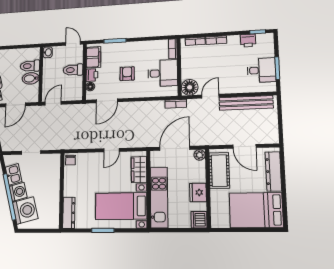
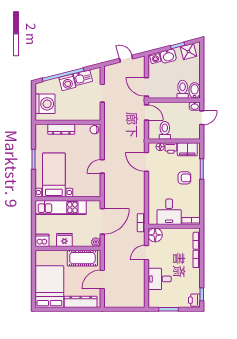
printer: (248, 41) -> (194, 300), moved
door: (73, 43) -> (202, 118), moved
toilet: (73, 70) -> (165, 130), moved
desk: (261, 70) -> (160, 279), moved, turned 90
armchair: (127, 74) -> (184, 178), moved
bidet: (31, 78) -> (195, 91), moved
door: (210, 96) -> (146, 253), swing flipped
bench: (246, 103) -> (139, 282), removed
door: (15, 105) -> (146, 87), moved
door: (175, 148) -> (102, 221), hinge flipped
door: (112, 150) -> (102, 166), hinge flipped
wardrobe: (139, 170) -> (85, 190), removed
washing machine: (25, 211) -> (45, 104), moved, turned -76
dresser: (69, 213) -> (61, 129), moved

